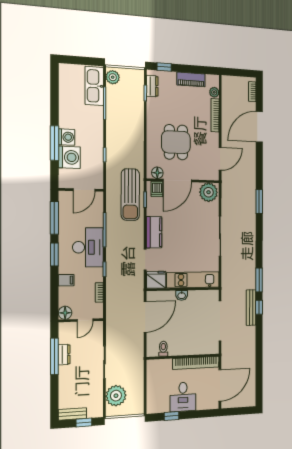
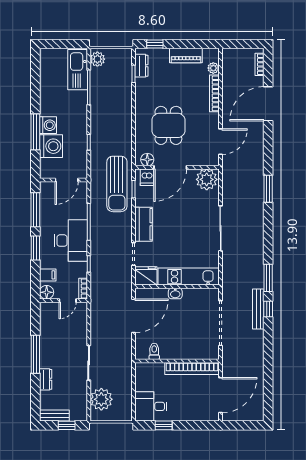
floor lamp: (65, 313) -> (47, 292), moved
wall: (81, 320) -> (63, 301), moved
door: (85, 320) -> (68, 301), moved
dresser: (64, 355) -> (46, 379), moved
desk: (183, 397) -> (151, 406), moved, turned 90

